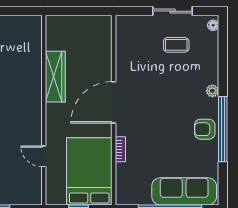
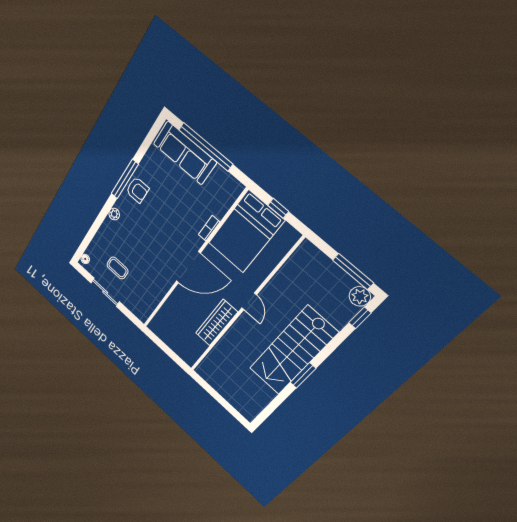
window: (223, 129) -> (125, 179), width x0.68
door: (44, 156) -> (249, 301), moved

